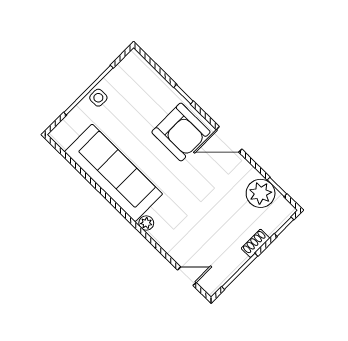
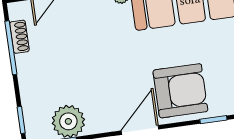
armchair: (181, 132) -> (180, 91), turned 180
shoe rack: (255, 243) -> (19, 37), moved

